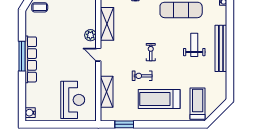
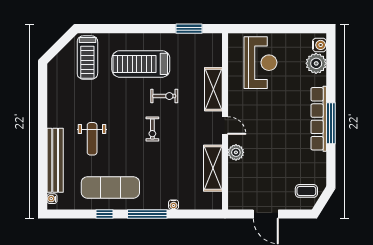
bench: (221, 48) -> (55, 160), moved
shelving: (107, 92) -> (213, 89), moved
plant: (33, 99) -> (316, 63), added
treadmill: (159, 99) -> (141, 64), turned 180
reception desk: (73, 100) -> (260, 63), turned 180

